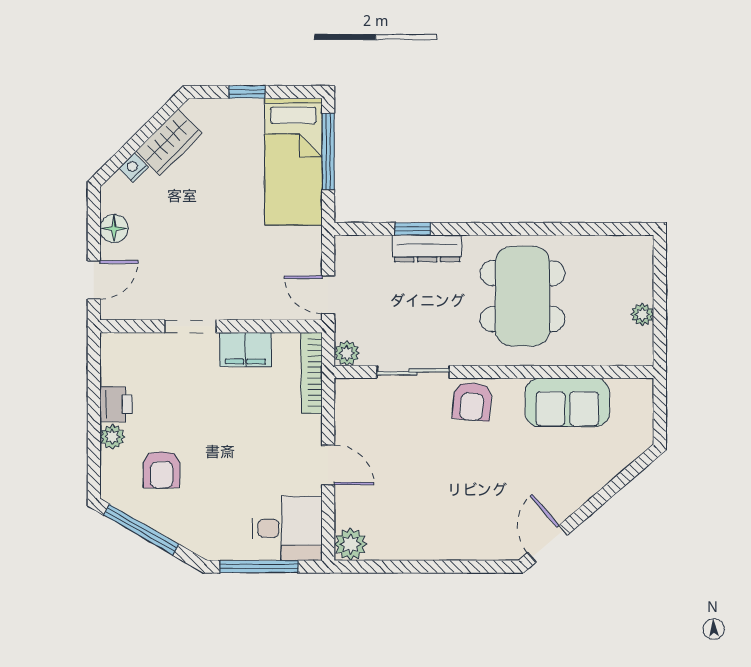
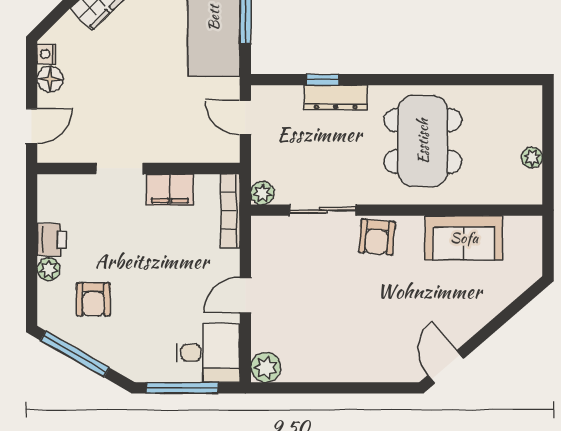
nightstand: (134, 168) -> (46, 54), moved, turned -45
door: (328, 295) -> (245, 118), moved
door: (328, 465) -> (245, 295), swing flipped

